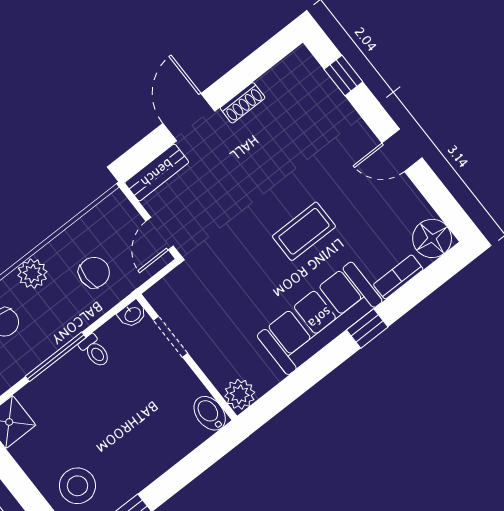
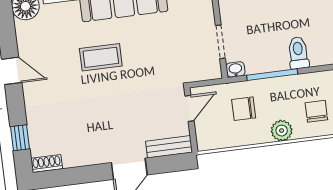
shoe rack: (243, 103) -> (47, 164), moved
toilet: (95, 351) -> (298, 53), moved, width x1.37, depth x1.39
window: (56, 357) -> (272, 75), moved

